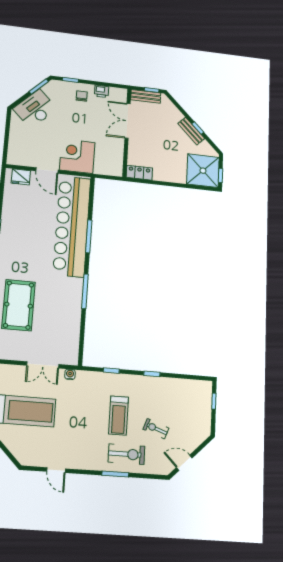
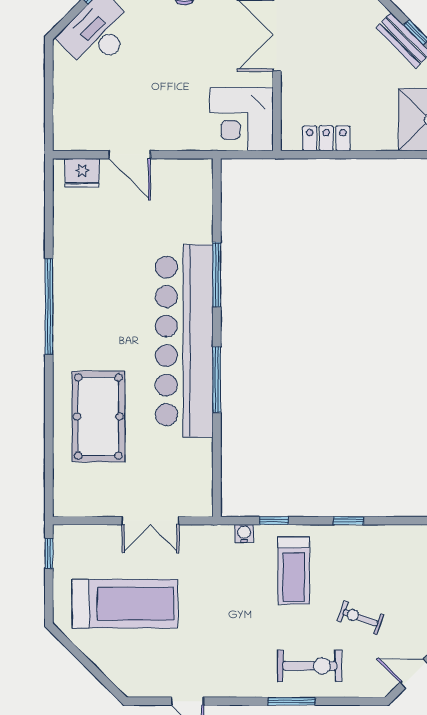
corner desk: (77, 156) -> (241, 119), moved, turned -90
locker: (139, 173) -> (326, 138), moved
bar counter: (72, 226) -> (184, 341), moved
water cooler: (70, 374) -> (244, 534), moved
treadmill: (119, 416) -> (294, 570), moved

